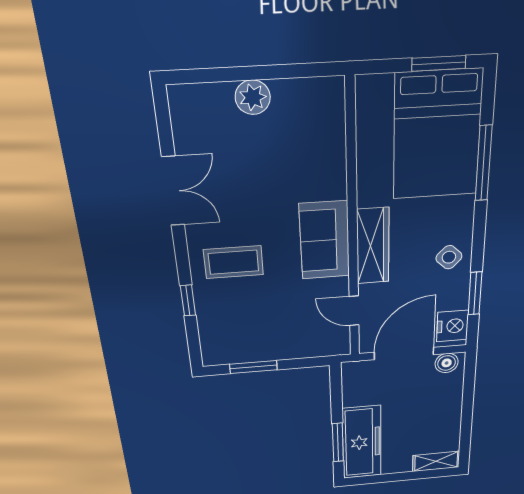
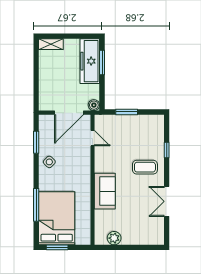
plant: (253, 97) -> (114, 238), moved
sofa: (325, 240) -> (105, 191), moved
wardrobe: (373, 246) -> (84, 170), removed
nightstand: (453, 326) -> (46, 126), removed
boiler: (447, 363) -> (94, 105), moved
window: (253, 367) -> (127, 112), moved

